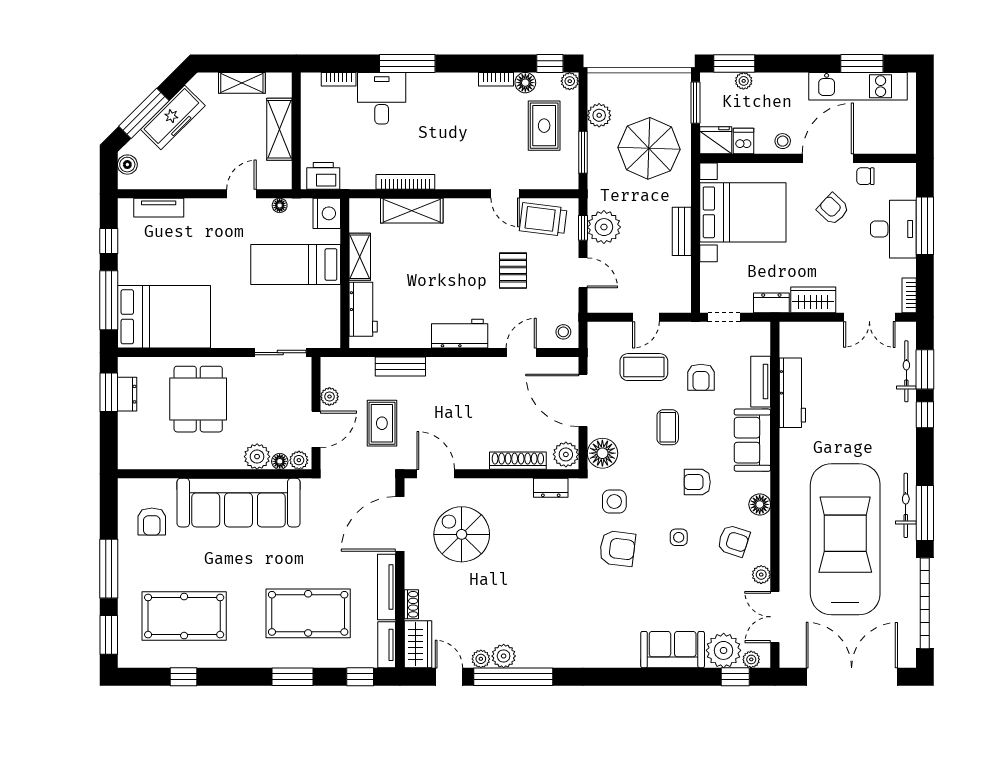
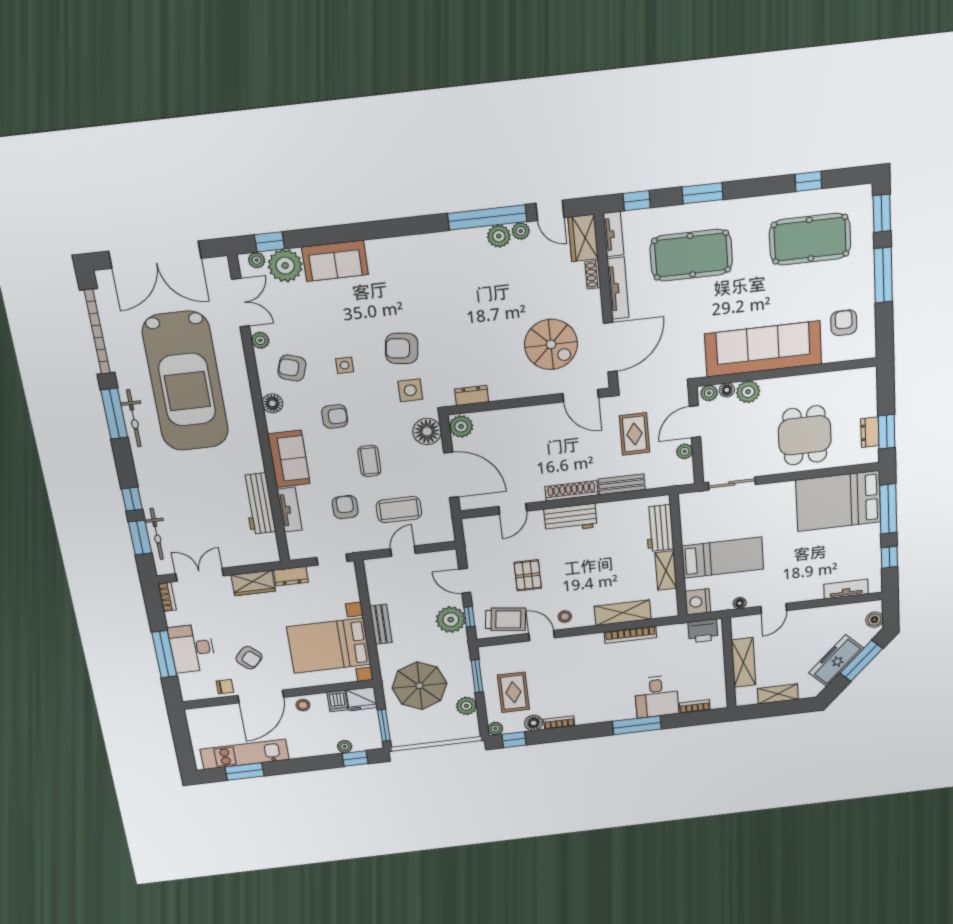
window: (734, 64) -> (355, 758), width x0.67
stool: (563, 332) -> (565, 617), moved
shoe rack: (518, 461) -> (571, 491), moved, turned 180

